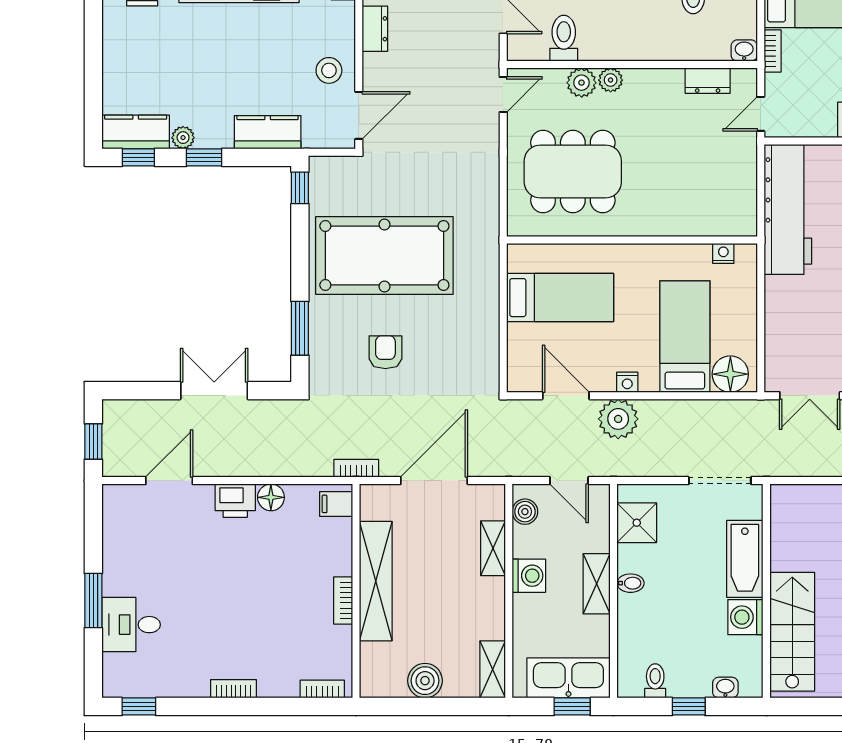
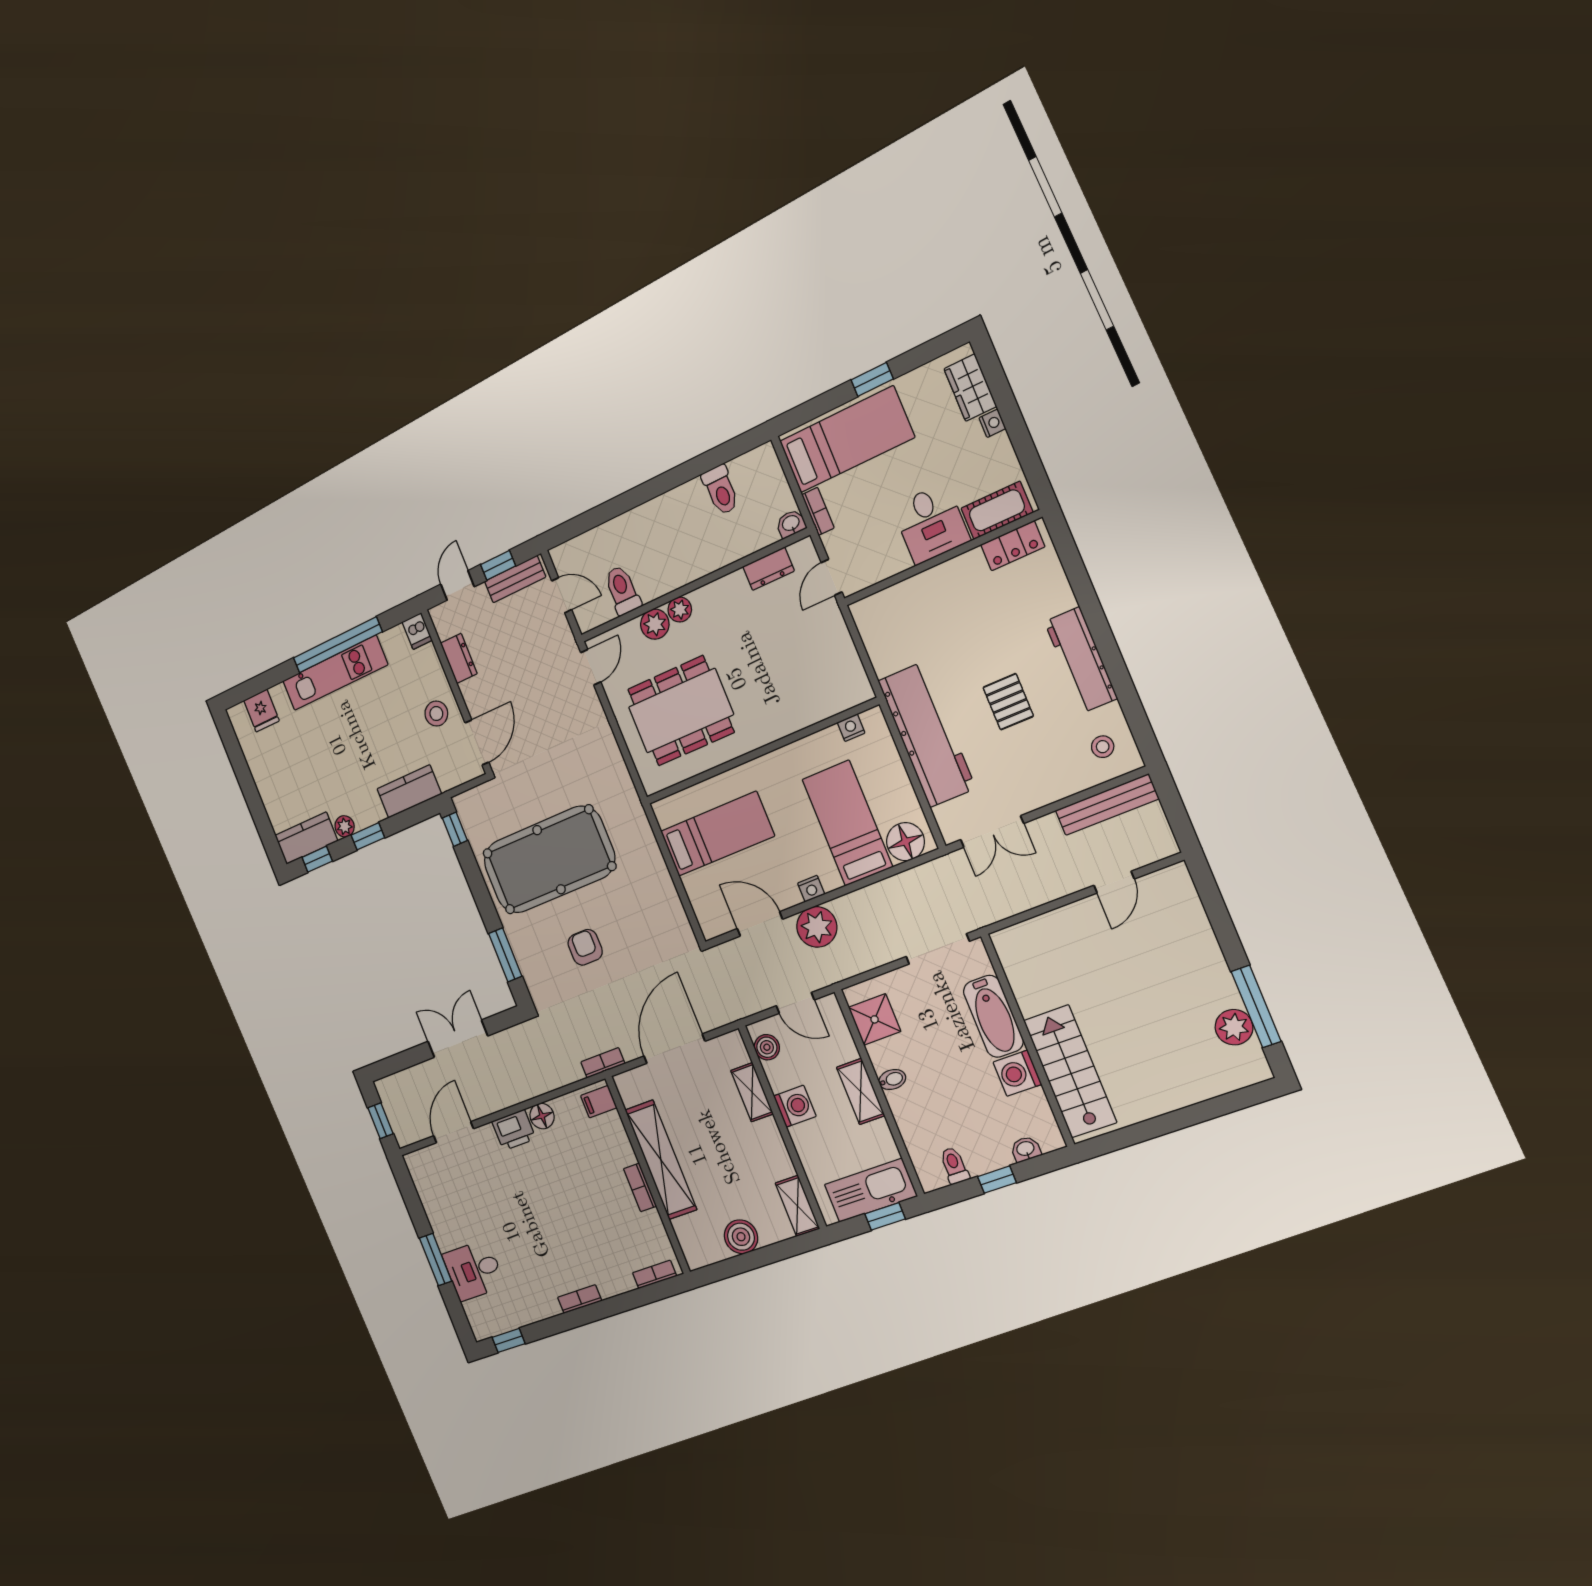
workbench: (788, 209) -> (927, 734), moved

